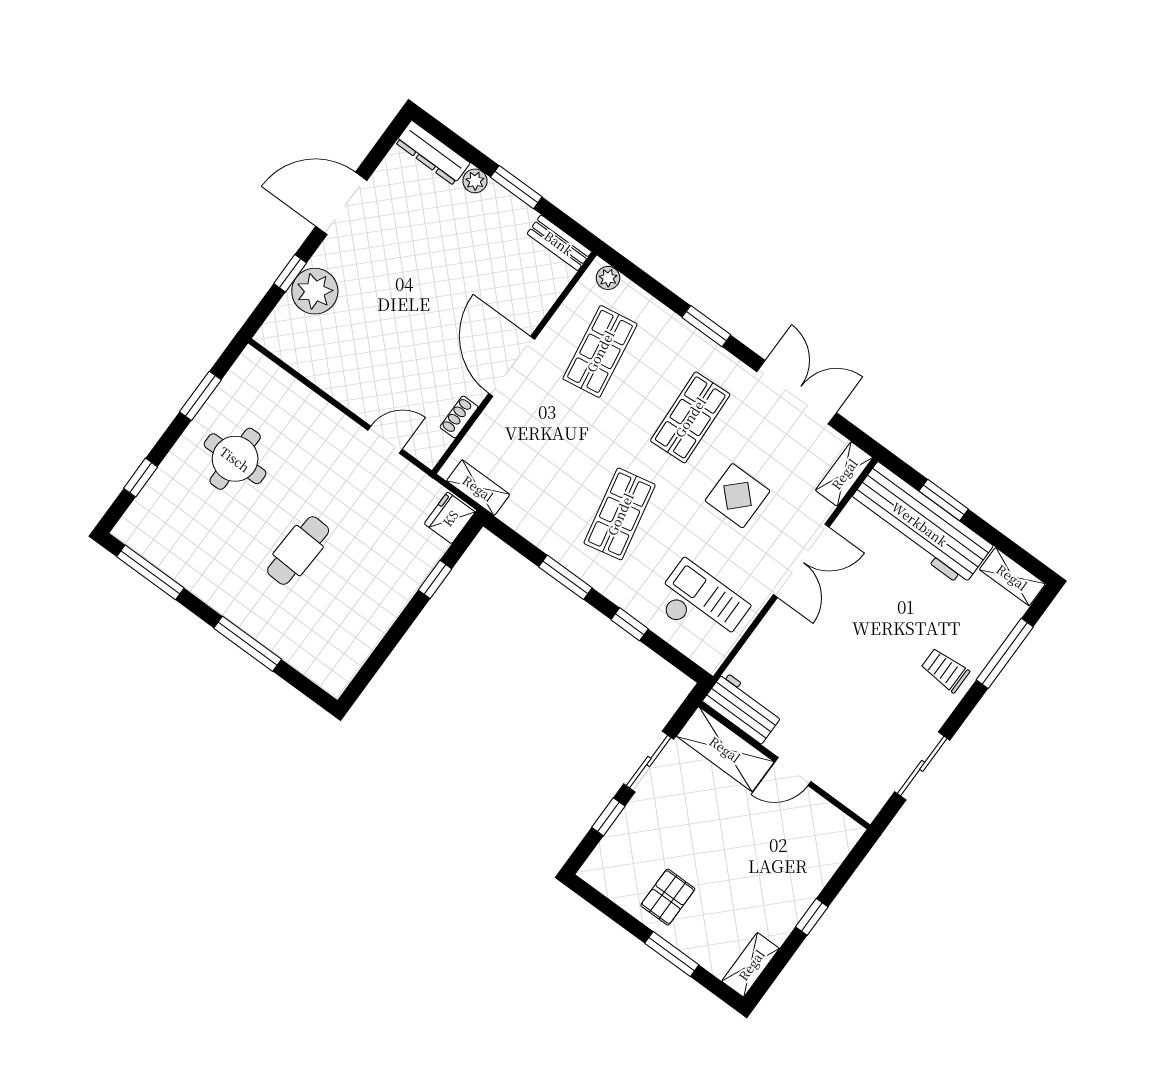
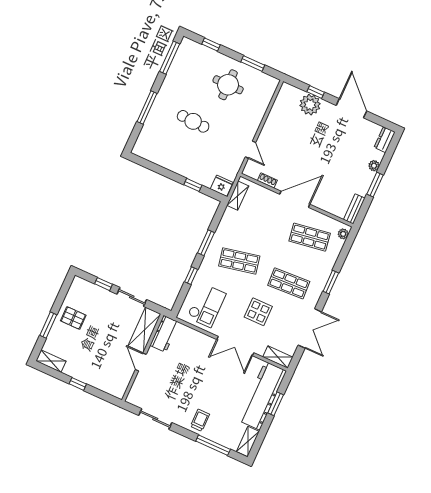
dresser: (433, 153) -> (385, 140), width x0.70

